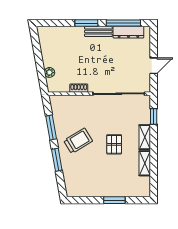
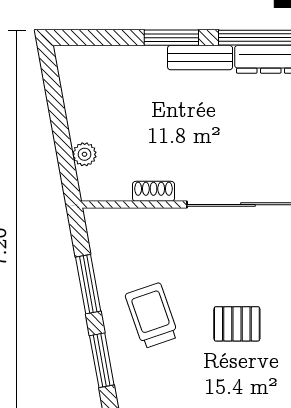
trolley: (78, 141) -> (152, 316), turned -78
pallet: (114, 144) -> (237, 324), turned 90

